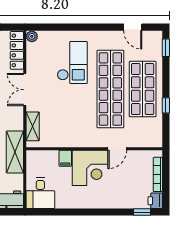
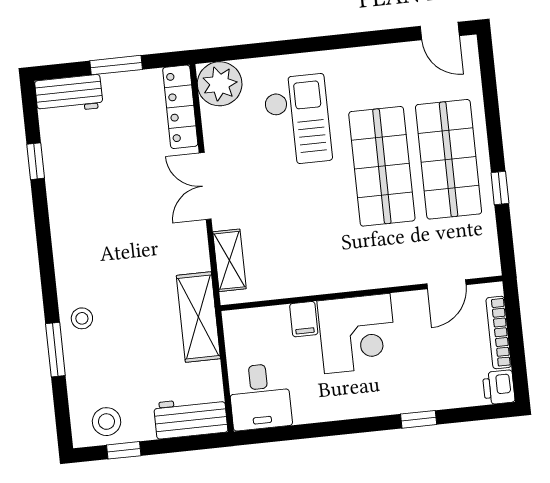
door: (133, 27) -> (440, 31), moved
plant: (32, 36) -> (220, 84), width x1.88, depth x1.88
window: (166, 48) -> (487, 69), removed
shop shelf: (110, 89) -> (382, 166), width x0.71
door: (117, 149) -> (446, 284), moved
window: (142, 212) -> (419, 419), moved

